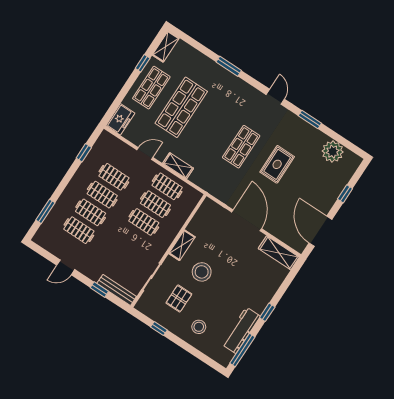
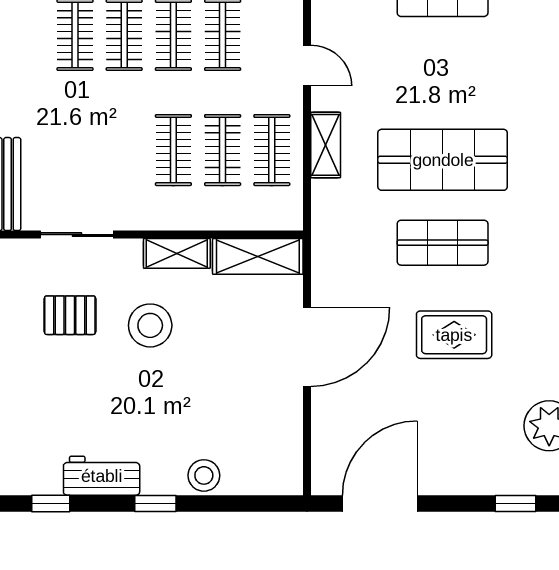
shop shelf: (181, 107) -> (443, 160), moved
window: (345, 194) -> (516, 503), moved
shelving: (279, 253) -> (258, 256), moved, turned 90
stool: (199, 327) -> (204, 475), moved
workbench: (241, 330) -> (102, 476), width x0.73
window: (242, 350) -> (51, 503), width x0.46

